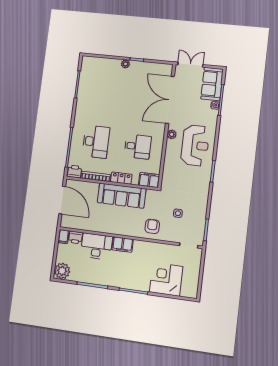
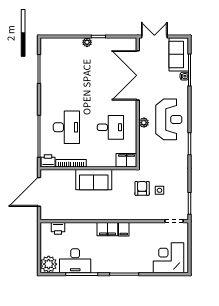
plant: (172, 134) -> (144, 123), moved
locker: (121, 178) -> (98, 162), removed
sofa: (122, 196) -> (94, 180), width x0.73
door: (62, 200) -> (39, 192), swing flipped
armchair: (152, 226) -> (142, 188), moved
filing cabinet: (63, 237) -> (124, 229), moved
desk: (96, 246) -> (75, 261), moved, turned 180
corner desk: (166, 279) -> (168, 258), moved

